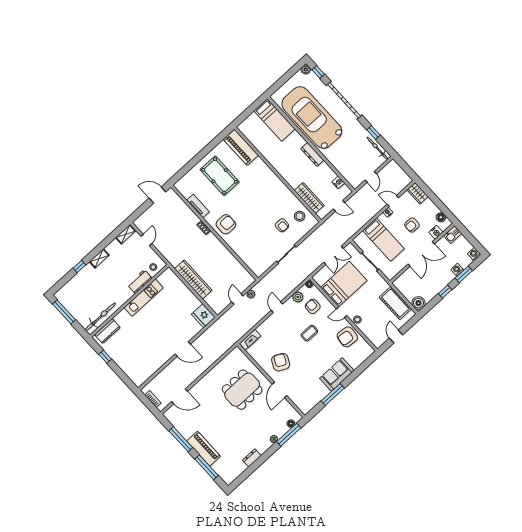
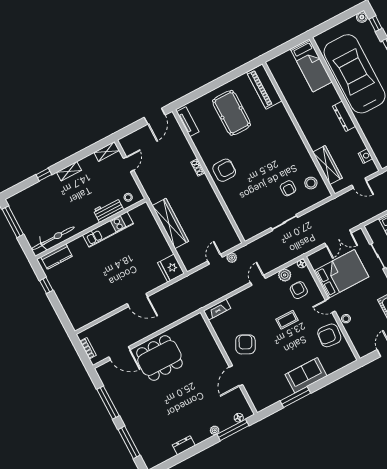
door: (157, 195) -> (155, 116), swing flipped
tv unit: (198, 206) -> (188, 122), moved
dining table: (242, 390) -> (159, 358), moved
piano: (204, 449) -> (131, 420), removed

